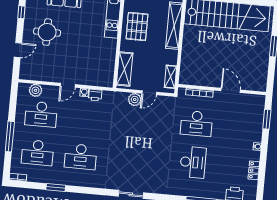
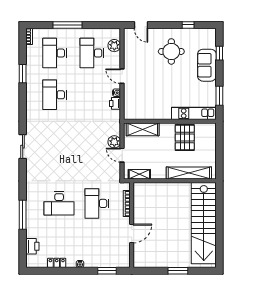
pallet: (137, 27) -> (185, 137), turned 90
door: (18, 50) -> (141, 25), moved

